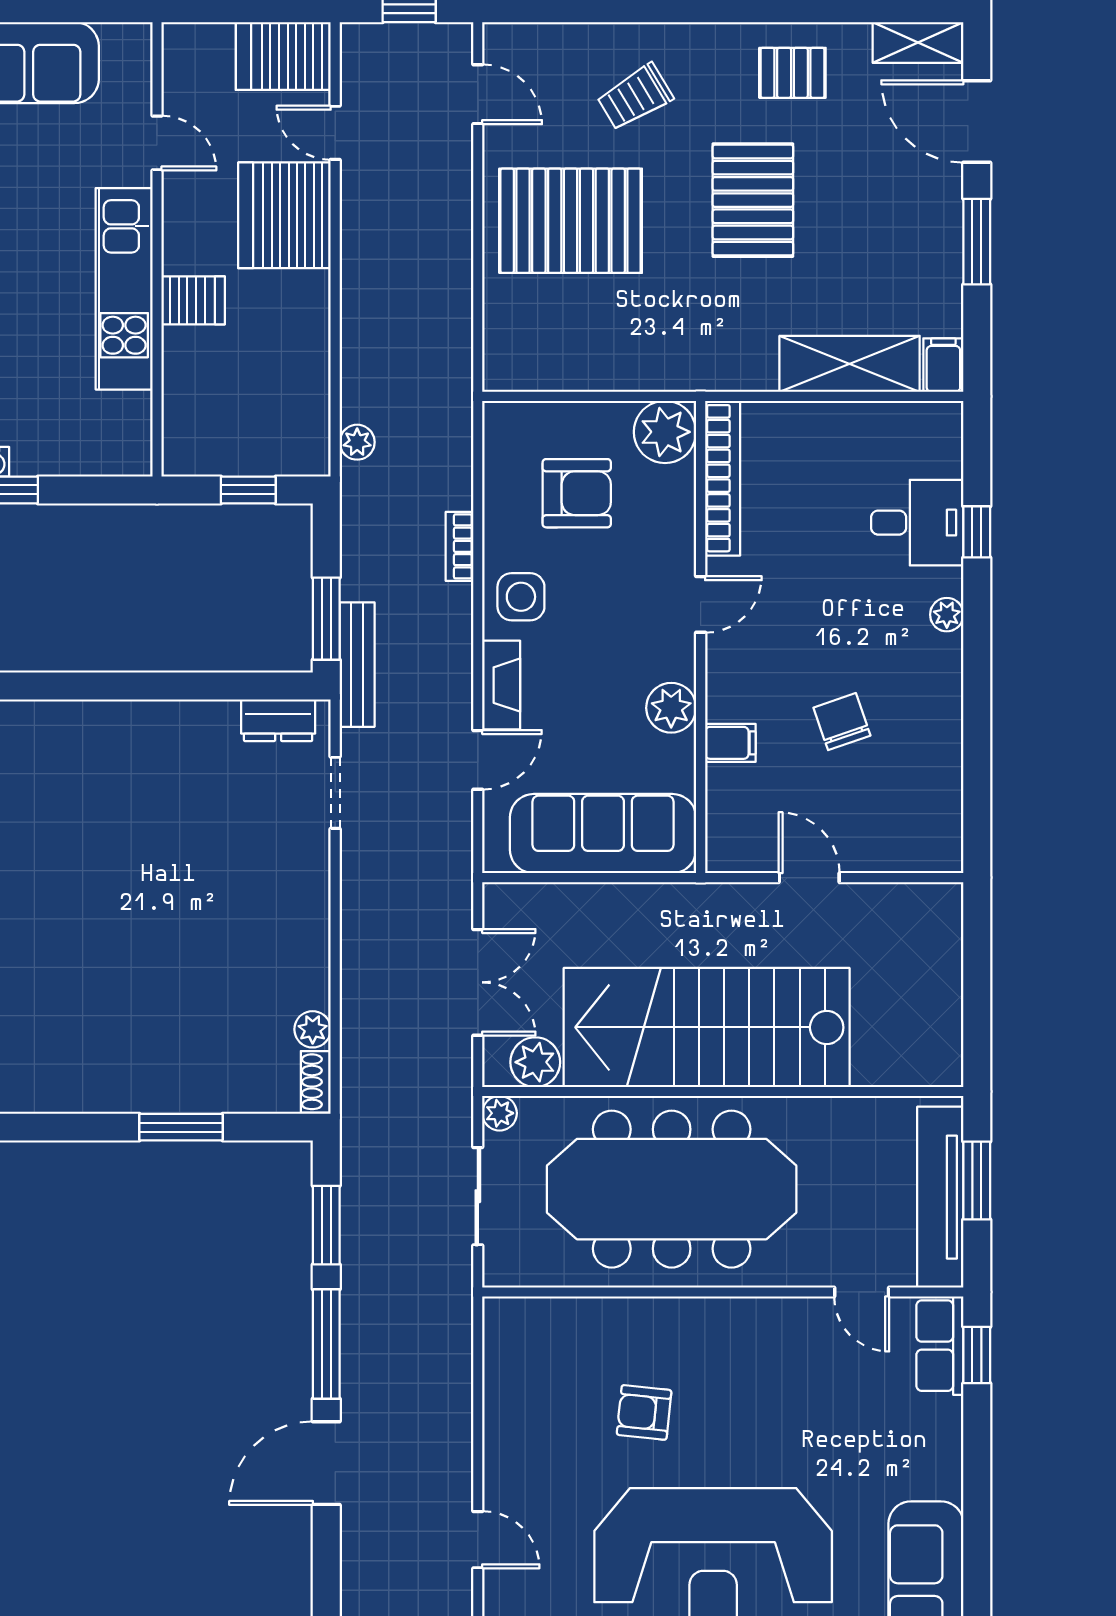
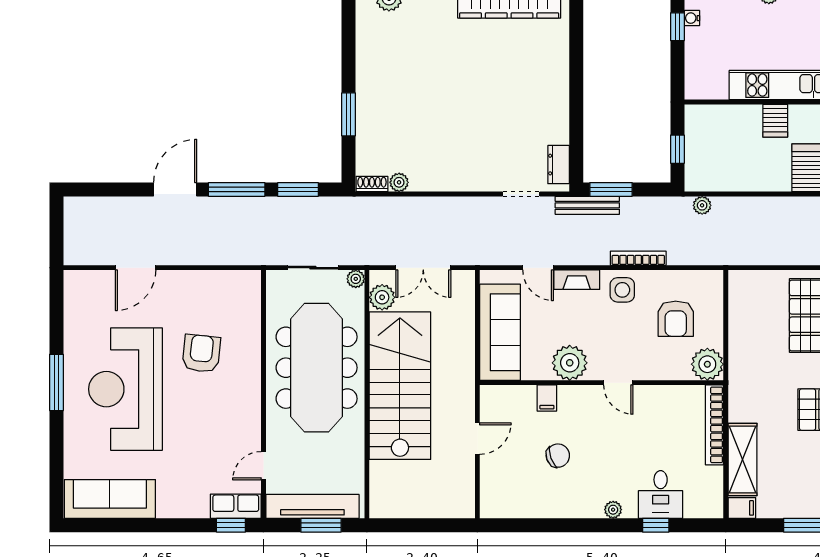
bookcase: (723, 478) -> (714, 425), moved, turned 90
bookcase: (460, 546) -> (638, 258), width x1.56
plant: (671, 708) -> (570, 363), width x1.36, depth x1.36
armchair: (644, 1412) -> (201, 353), width x1.38, depth x1.38
door: (326, 1463) -> (175, 189), hinge flipped
door: (478, 1540) -> (136, 268), width x1.38

